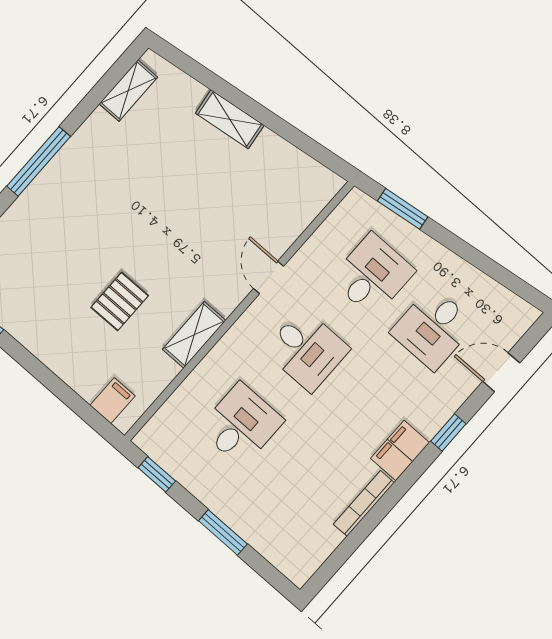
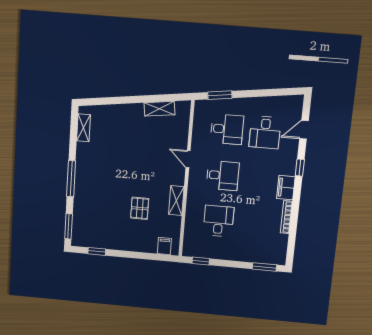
shelving: (230, 119) -> (160, 109), moved
desk: (373, 275) -> (227, 129), turned 90
window: (223, 532) -> (264, 267), moved

